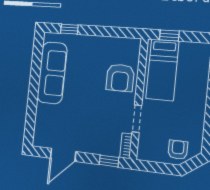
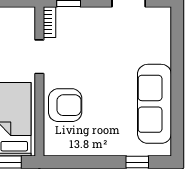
armchair: (120, 78) -> (65, 105), turned 90

